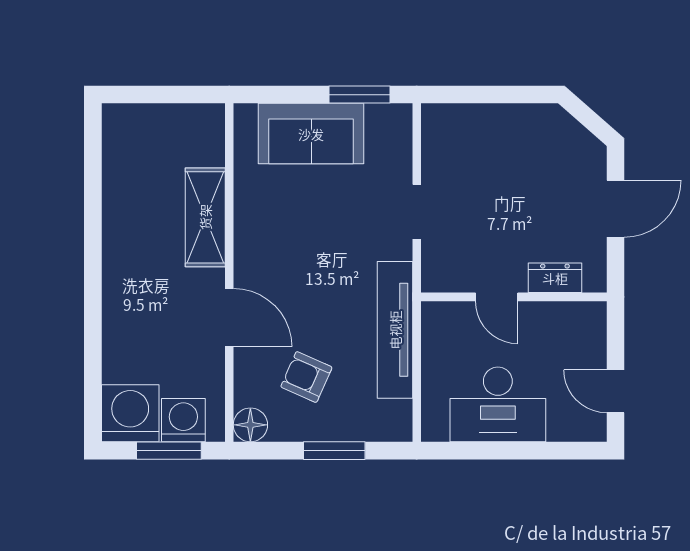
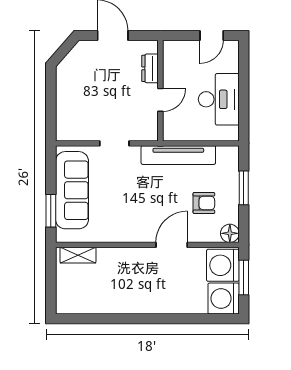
window: (359, 95) -> (51, 211), moved
sofa: (311, 134) -> (72, 190), width x1.36
shelving: (205, 217) -> (78, 255), moved, width x0.67, depth x0.75
armchair: (306, 377) -> (204, 203), turned -114
washing machine: (183, 420) -> (223, 265), width x1.37, depth x1.37

